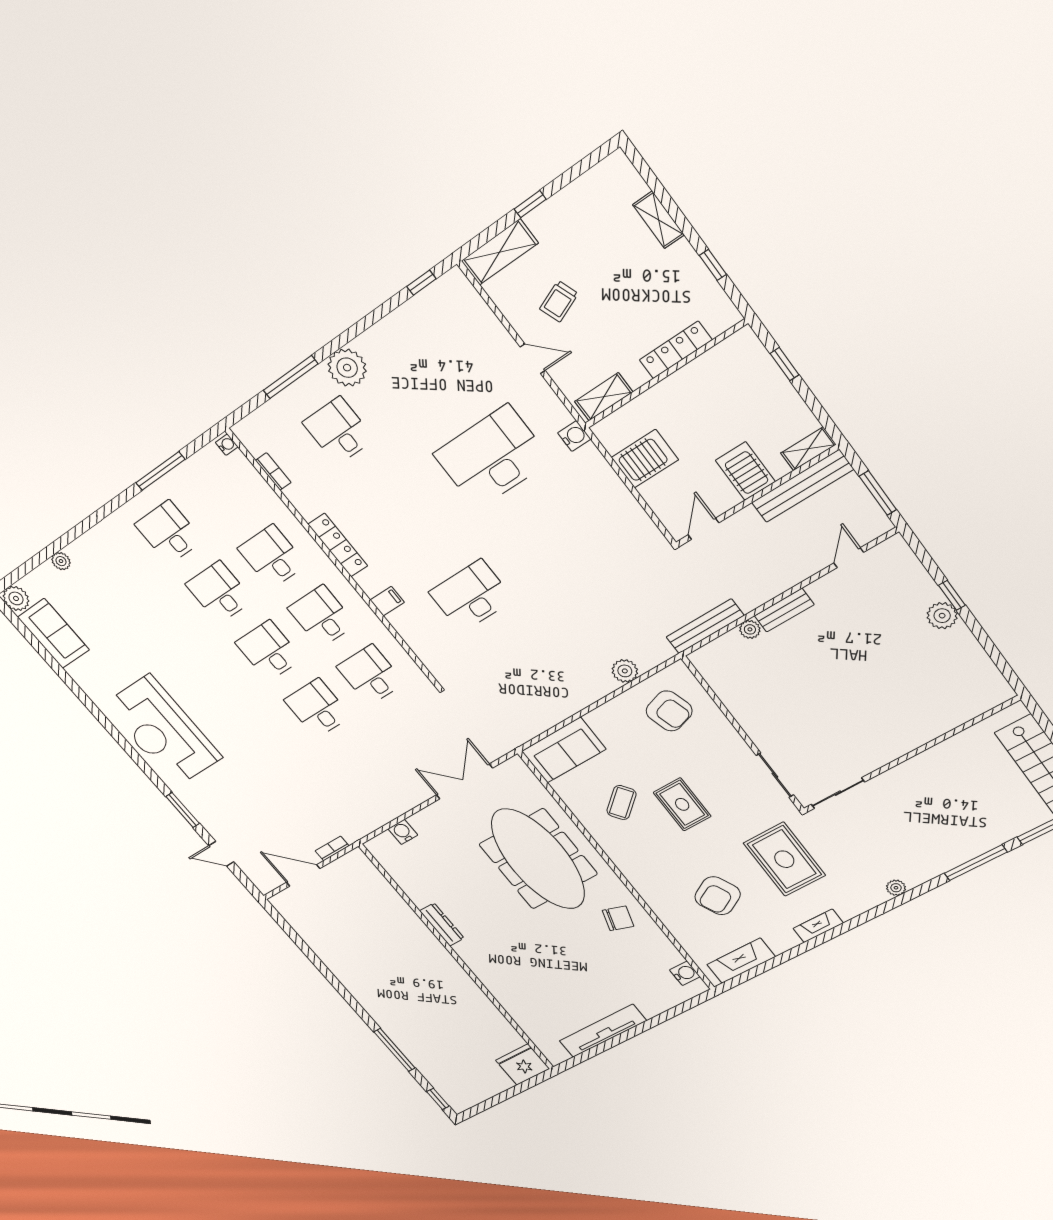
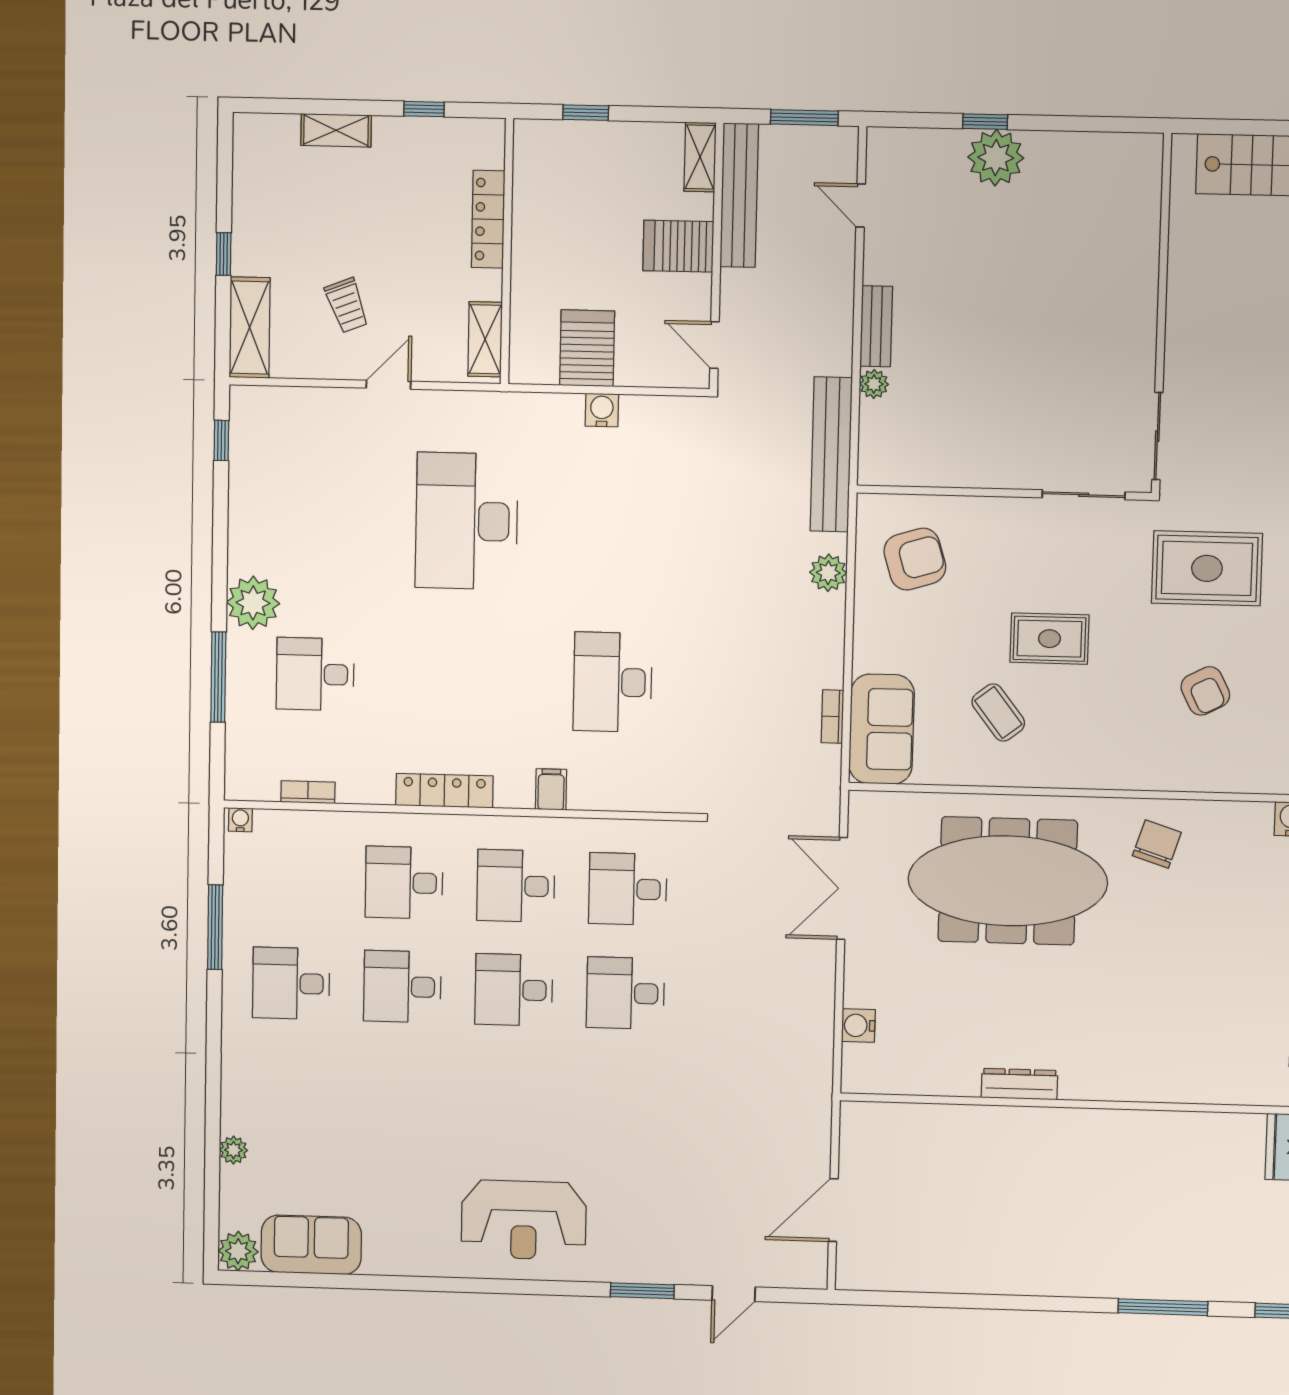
water cooler: (574, 436) -> (602, 410), moved
plant: (942, 616) -> (996, 158), width x1.36, depth x1.36
bench: (705, 626) -> (831, 454), width x1.37, depth x1.21
reception desk: (163, 731) -> (524, 1220), width x0.74, depth x0.77
bookcase: (332, 848) -> (833, 717), moved
armchair: (718, 896) -> (1205, 691), width x0.72, depth x0.72

